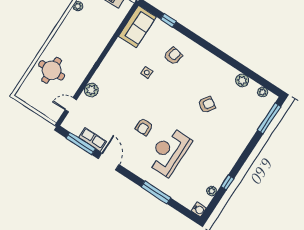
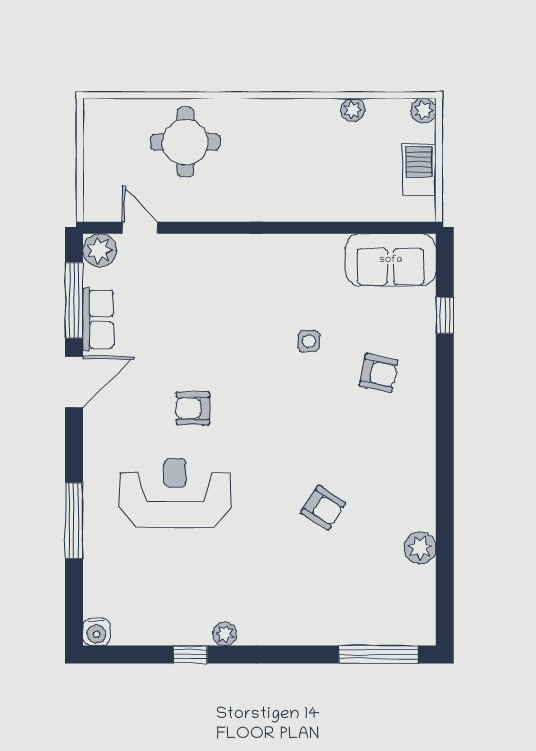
plant: (91, 90) -> (100, 250), moved
plant: (263, 92) -> (424, 606), removed
plant: (212, 191) -> (225, 634), moved

